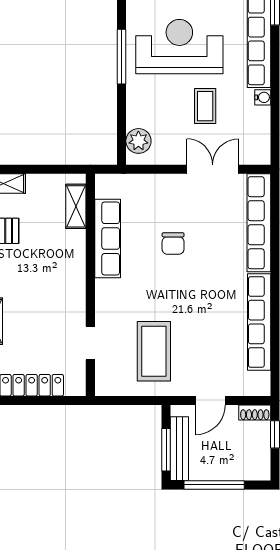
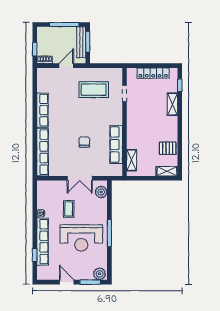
double door: (213, 169) -> (80, 178), moved
row of seats: (259, 322) -> (42, 110), width x0.73
coffee table: (154, 351) -> (94, 90), turned 90

